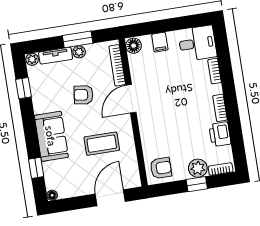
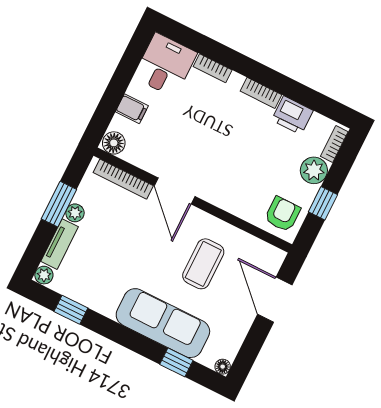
armchair: (83, 95) -> (130, 244), removed
sofa: (51, 136) -> (163, 323), width x1.36
window: (197, 184) -> (323, 203), moved

